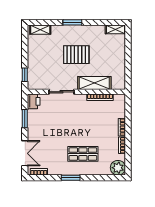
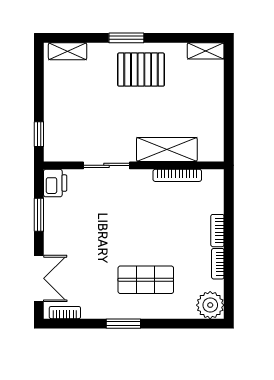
pallet: (76, 55) -> (141, 70), moved

